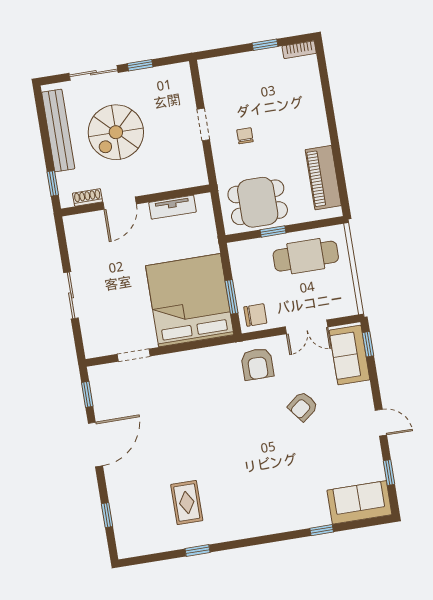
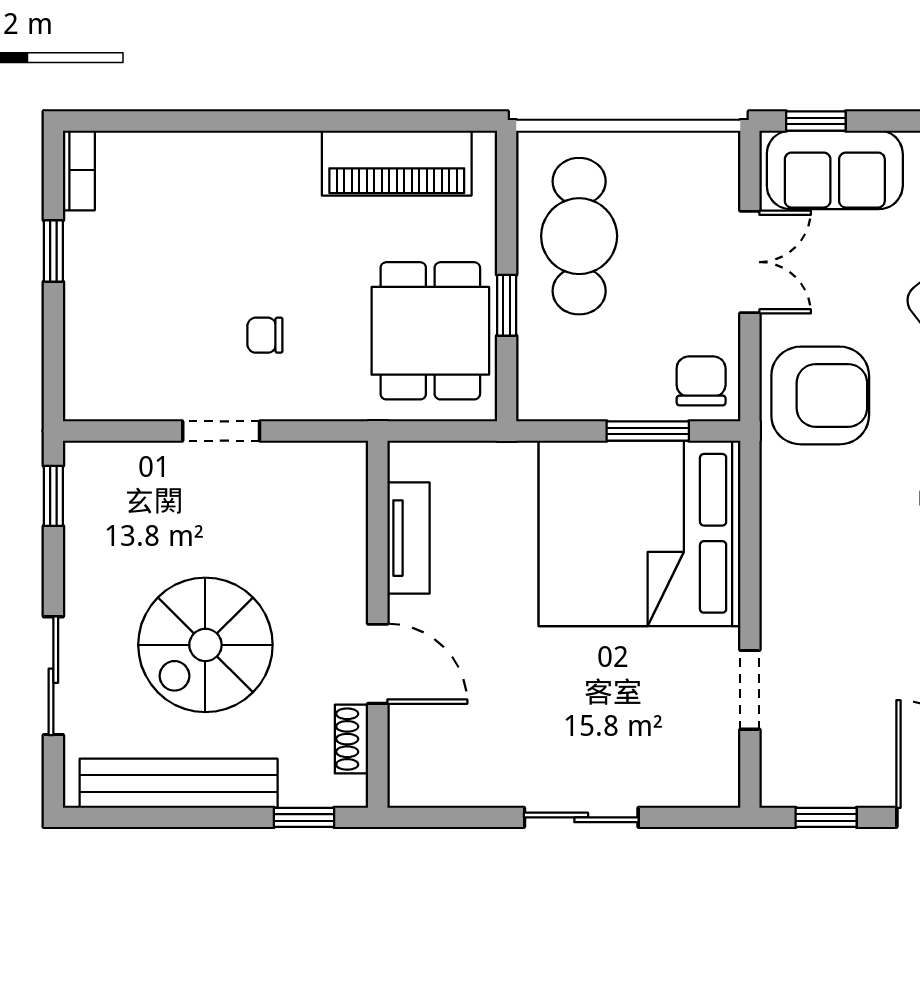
window: (140, 65) -> (53, 496), moved
spiral stairs: (116, 132) -> (205, 645), turned 90
armchair: (257, 364) -> (820, 395), width x1.36, depth x1.36

